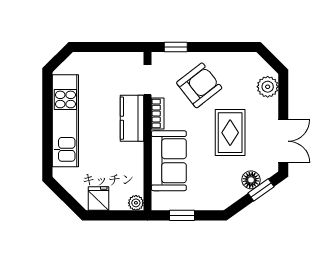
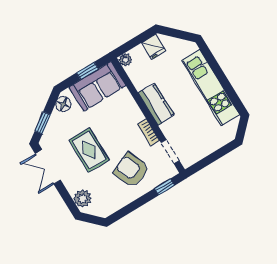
armchair: (199, 85) -> (131, 170), turned 105
kitchen counter: (132, 118) -> (156, 104), moved
sofa: (169, 161) -> (97, 86), moved, turned -90
floor lamp: (251, 180) -> (63, 104), moved

